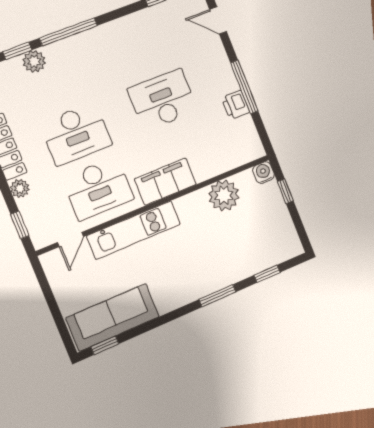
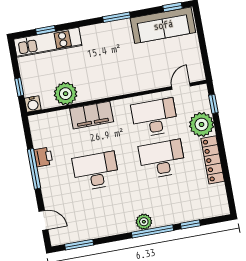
plant: (34, 61) -> (144, 222), moved
desk: (163, 100) -> (96, 171), turned 180
filing cabinet: (165, 182) -> (92, 115), moved
plant: (20, 188) -> (202, 124), width x1.88, depth x1.88
kitchen unit: (134, 230) -> (48, 42), moved, turned 180
window: (217, 296) -> (117, 17), moved

